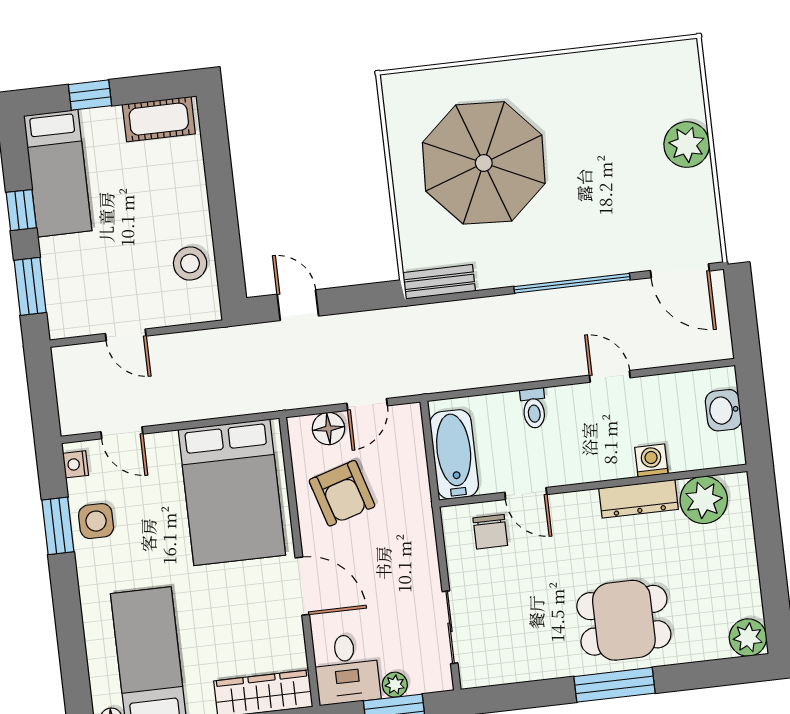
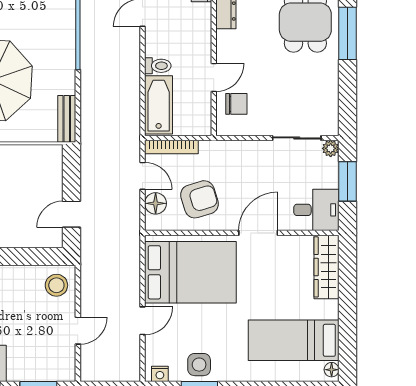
stool: (190, 263) -> (56, 285), moved
door: (122, 433) -> (143, 321), moved
bookcase: (415, 442) -> (171, 147), added
bathtub: (454, 454) -> (159, 105), moved, turned 90
plant: (395, 685) -> (331, 148), moved

